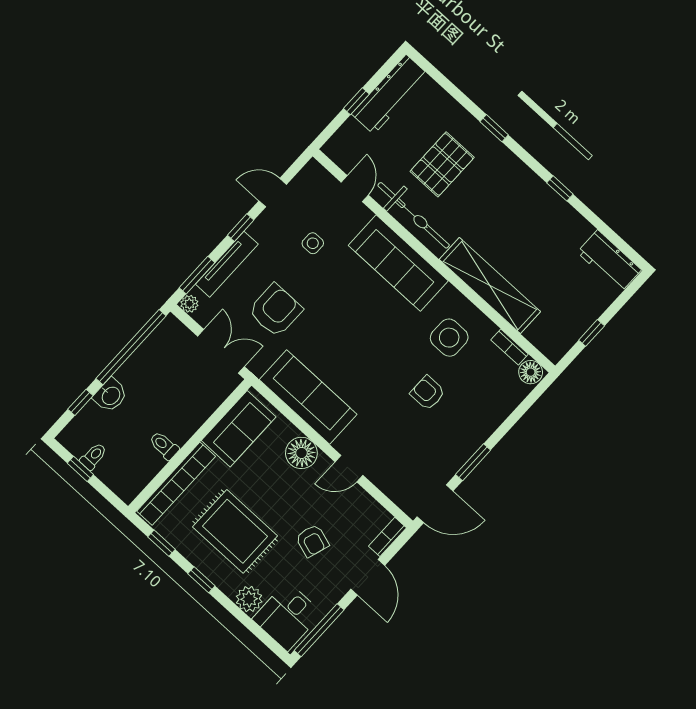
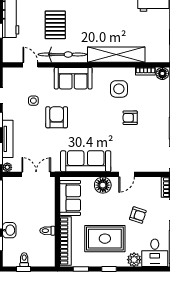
sofa: (398, 263) -> (73, 78), width x0.73
armchair: (275, 310) -> (57, 117), moved

